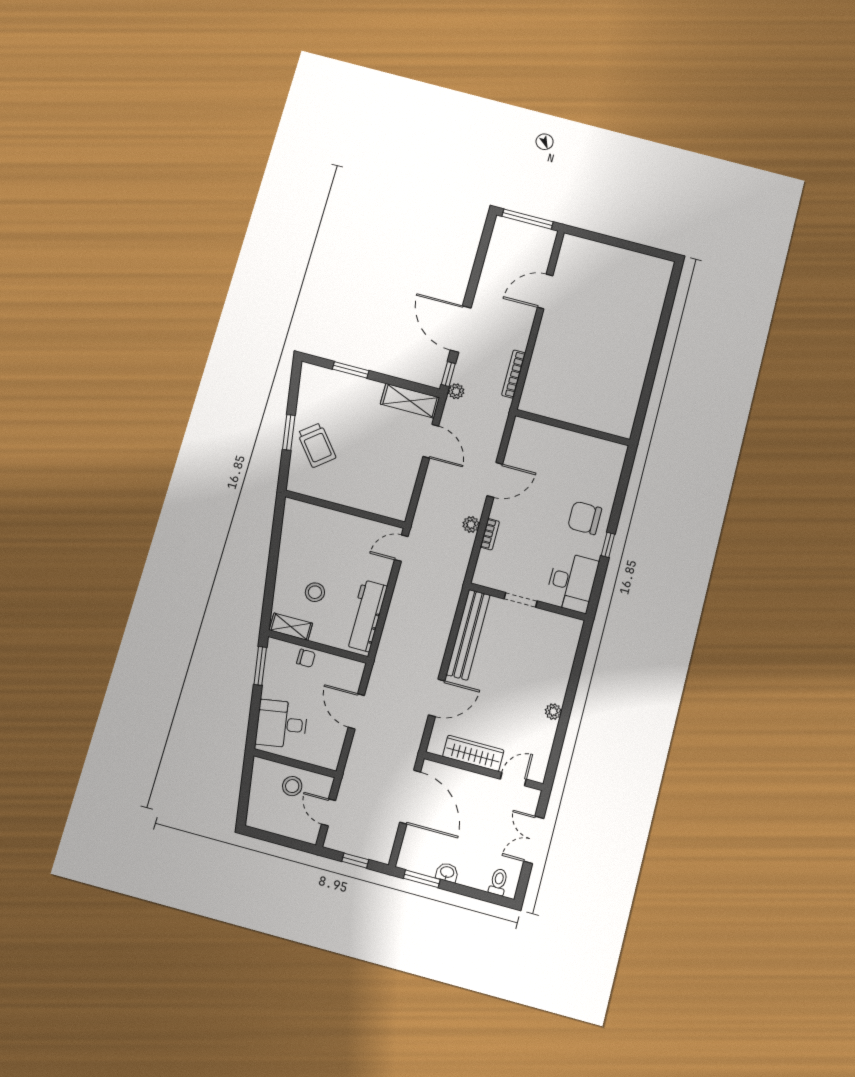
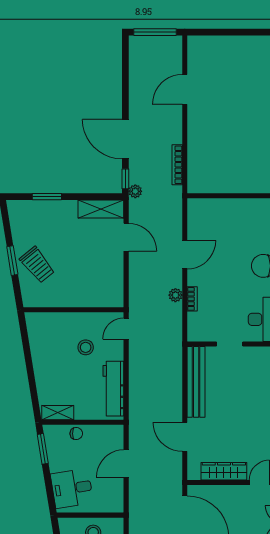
stool: (315, 592) -> (86, 347), moved
door: (437, 698) -> (185, 437), swing flipped
door: (356, 711) -> (126, 464), hinge flipped

